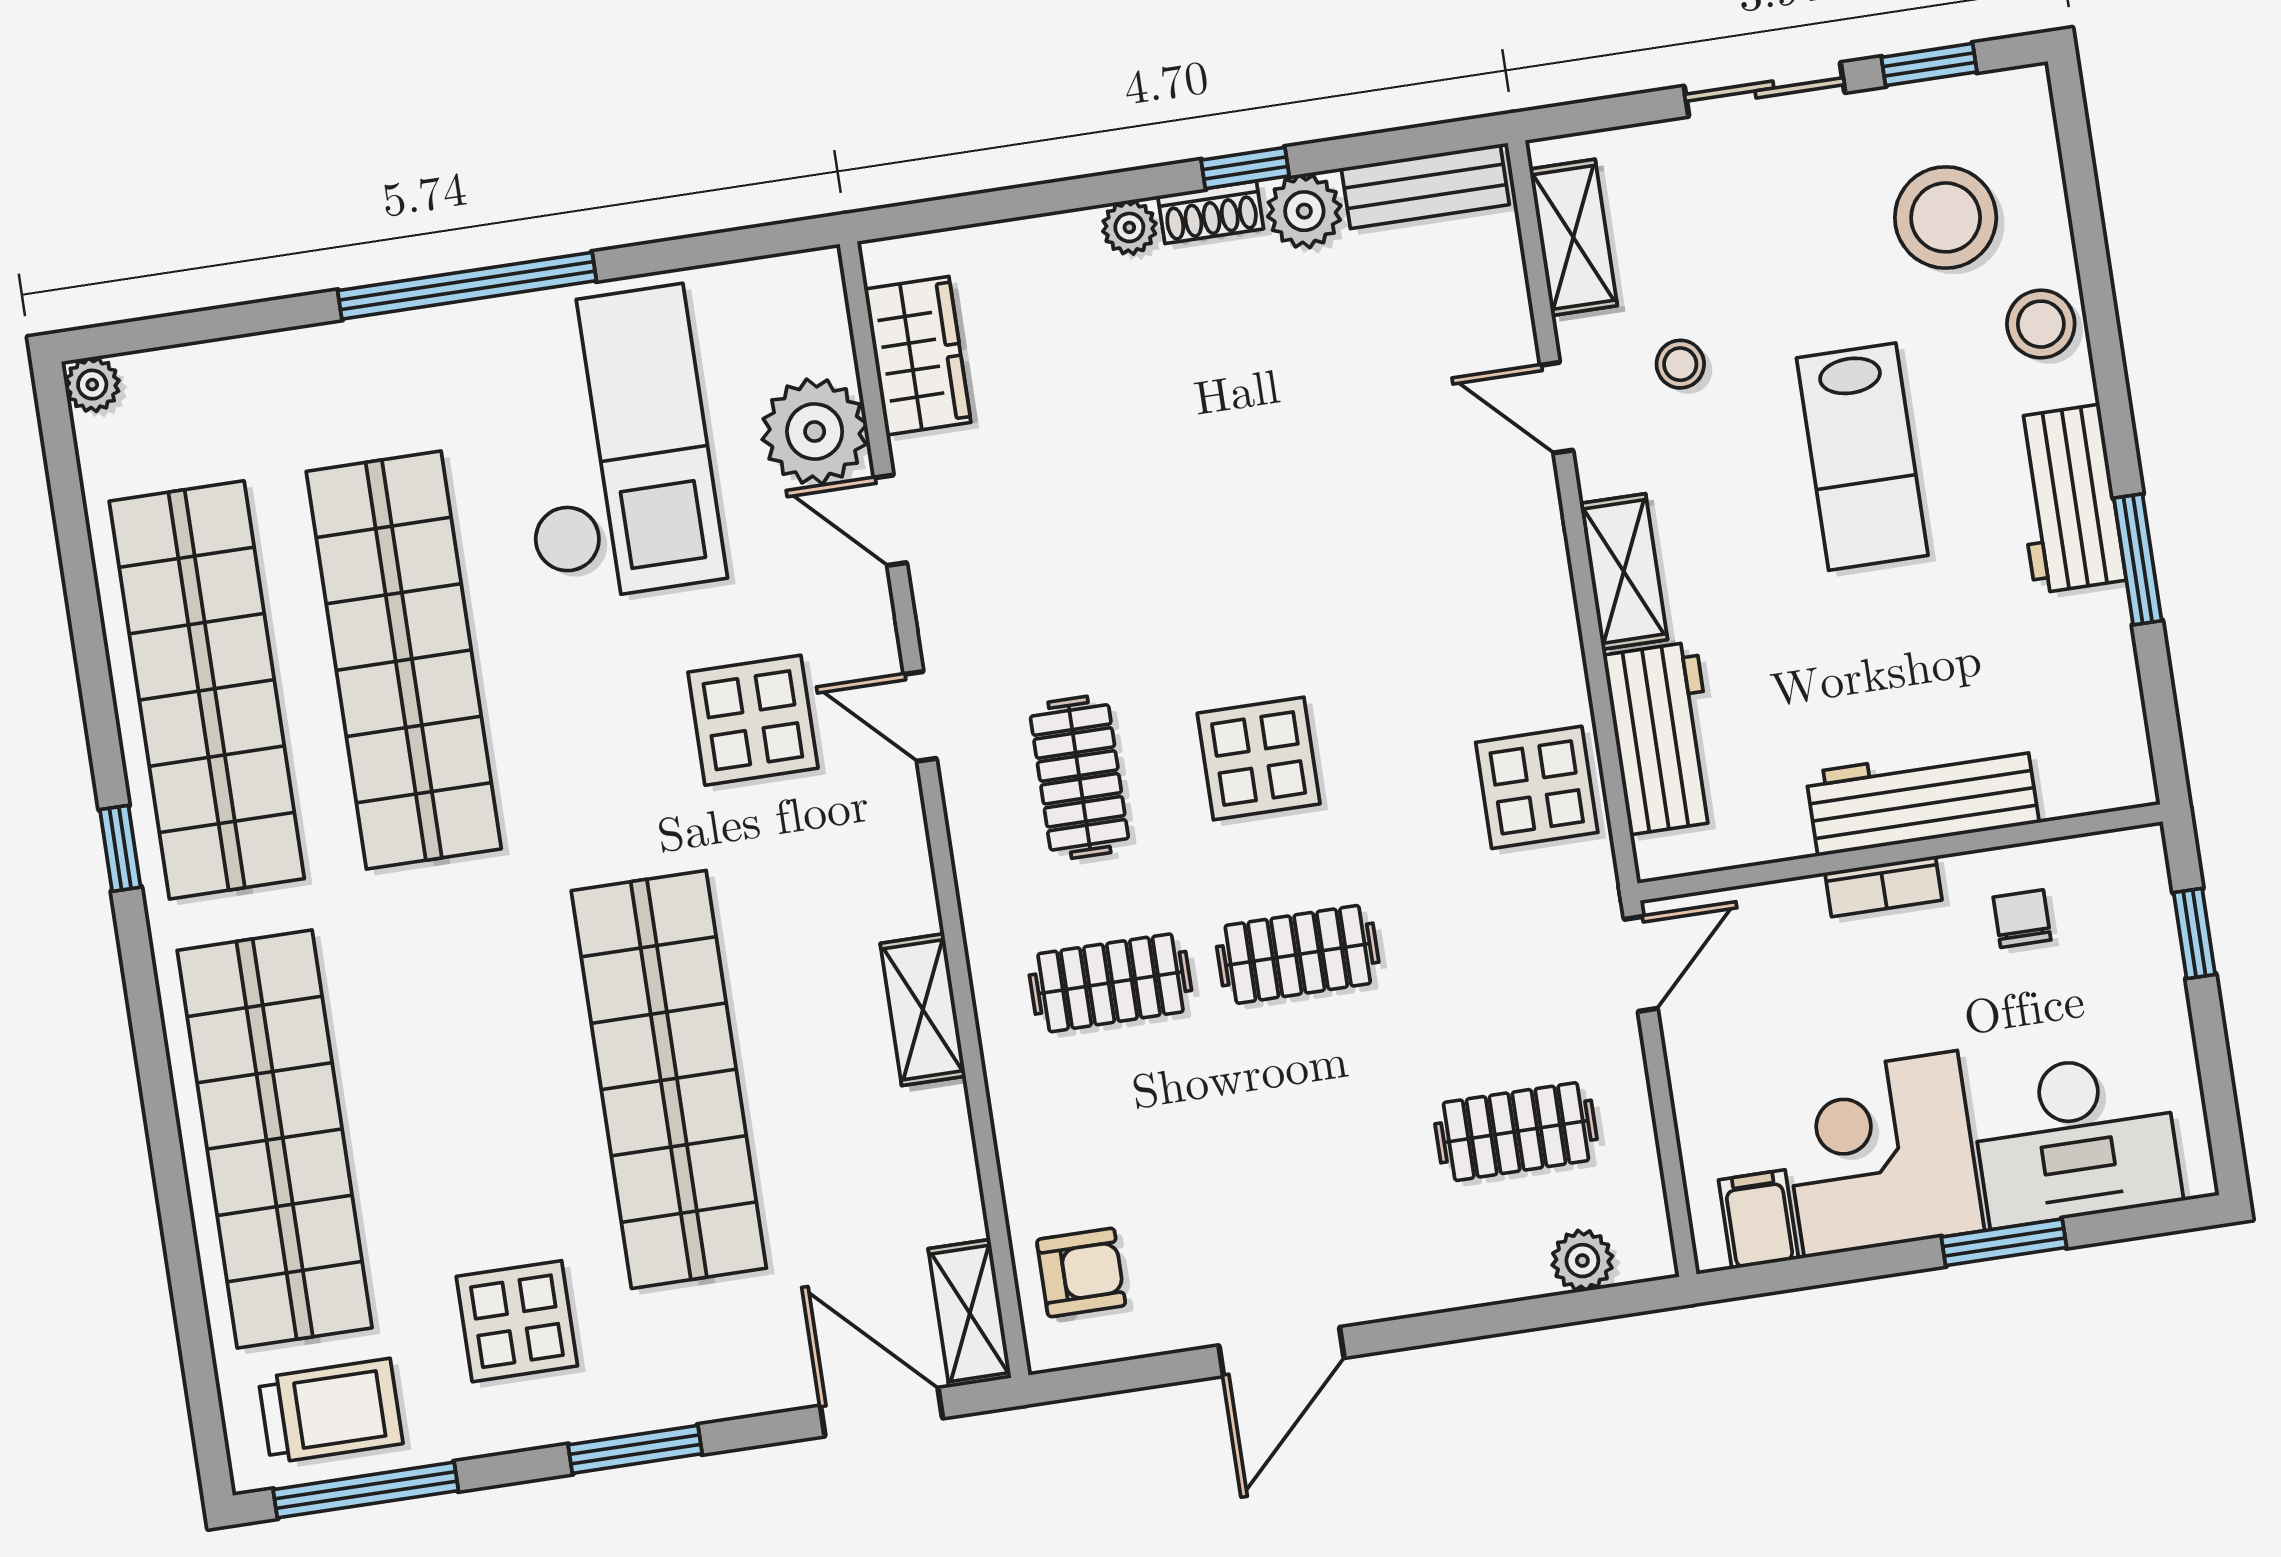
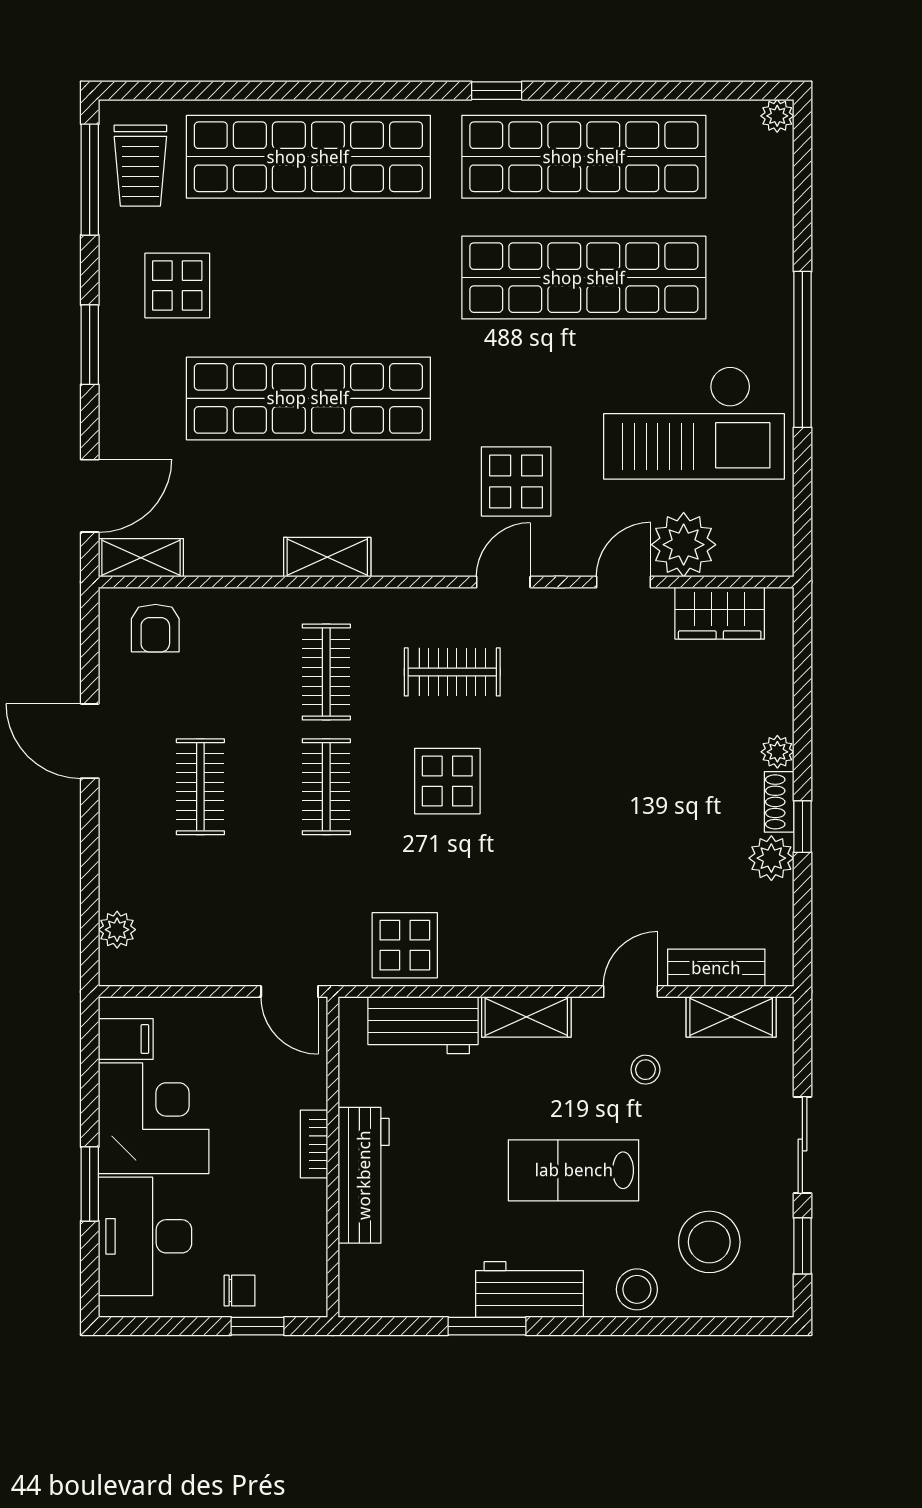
bench: (1425, 186) -> (716, 968), moved, turned 90
chair: (2022, 919) -> (240, 1291), moved
clothes rail: (1516, 1132) -> (200, 787), moved

